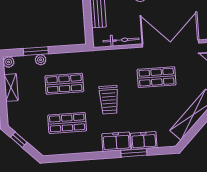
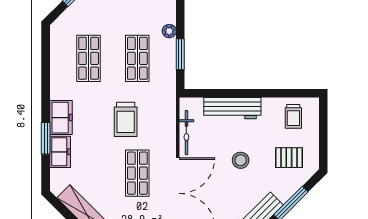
window: (36, 51) -> (180, 54), moved
trolley: (109, 100) -> (126, 119), moved, turned -90

